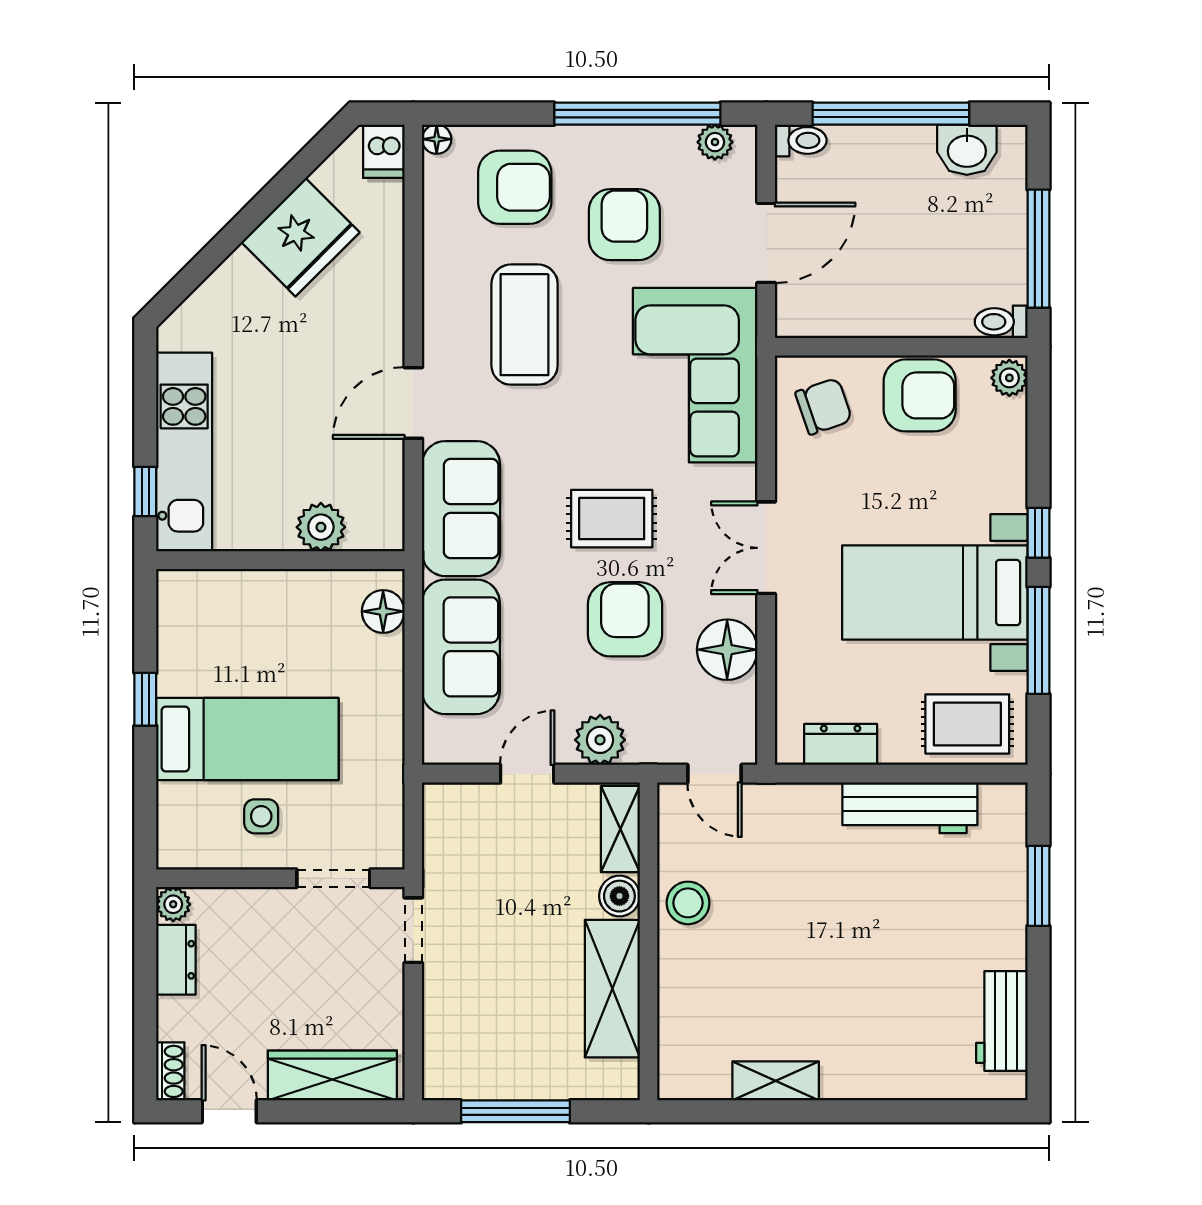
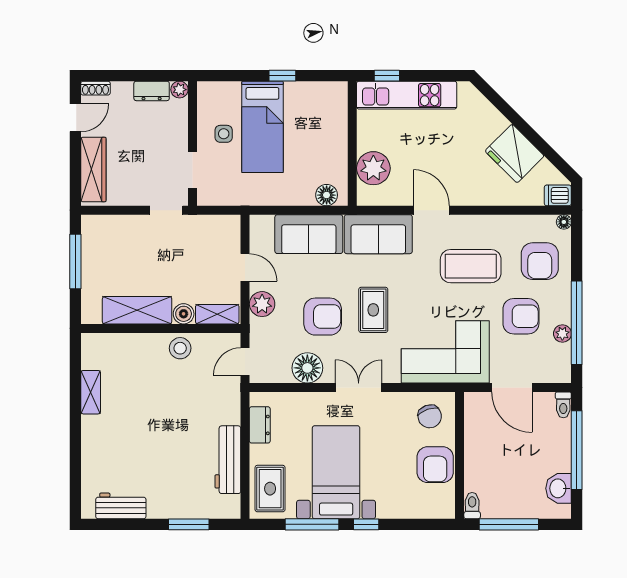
plant: (715, 142) -> (562, 334), moved
plant: (1009, 378) -> (444, 510), removed
plant: (321, 527) -> (373, 168), width x1.36, depth x1.36

